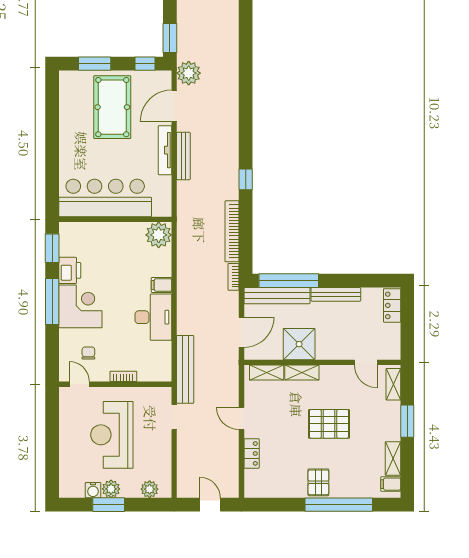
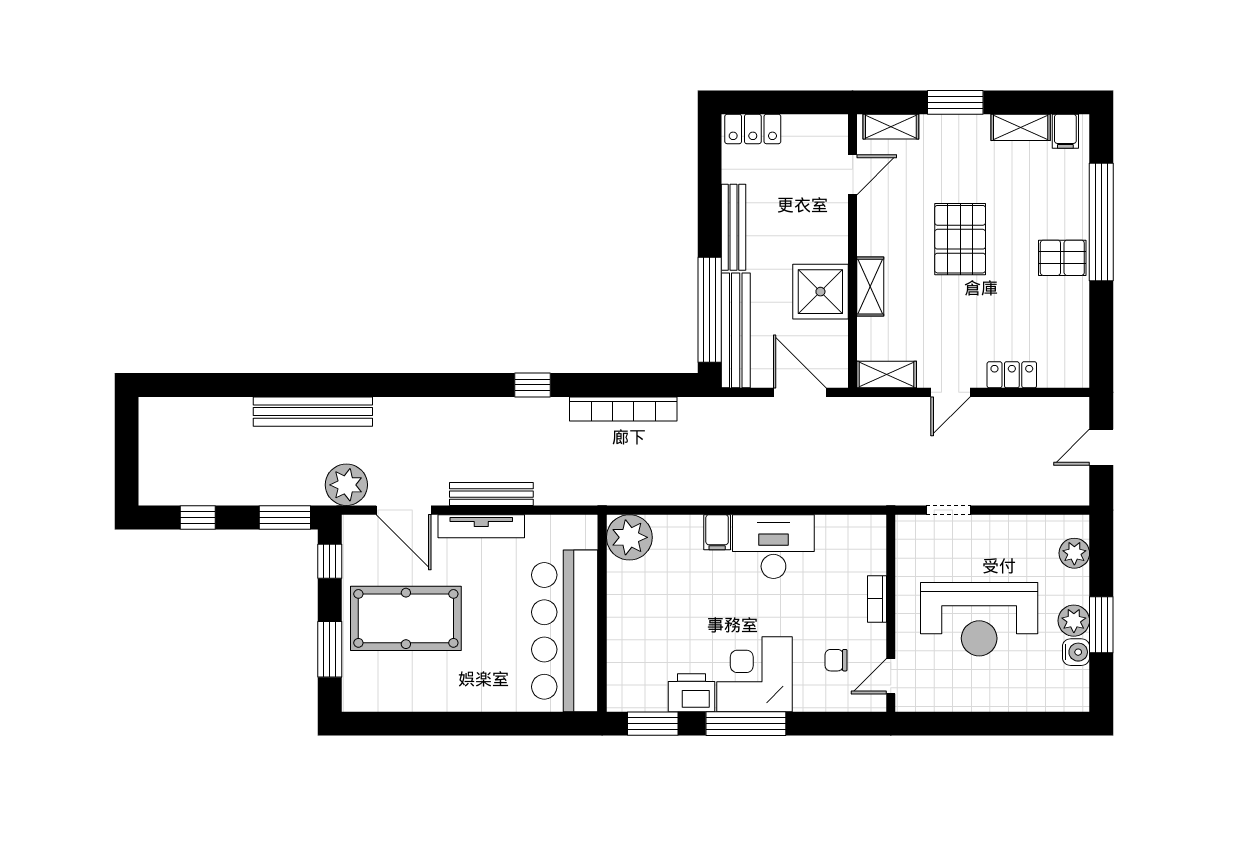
bookcase: (234, 277) -> (703, 406), removed
bench: (185, 369) -> (313, 412), moved
shelving: (267, 373) -> (887, 375), moved, turned 90

